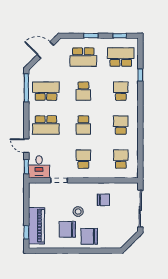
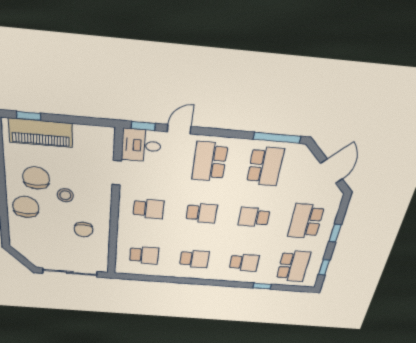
school desk: (83, 125) -> (202, 213), turned 180

